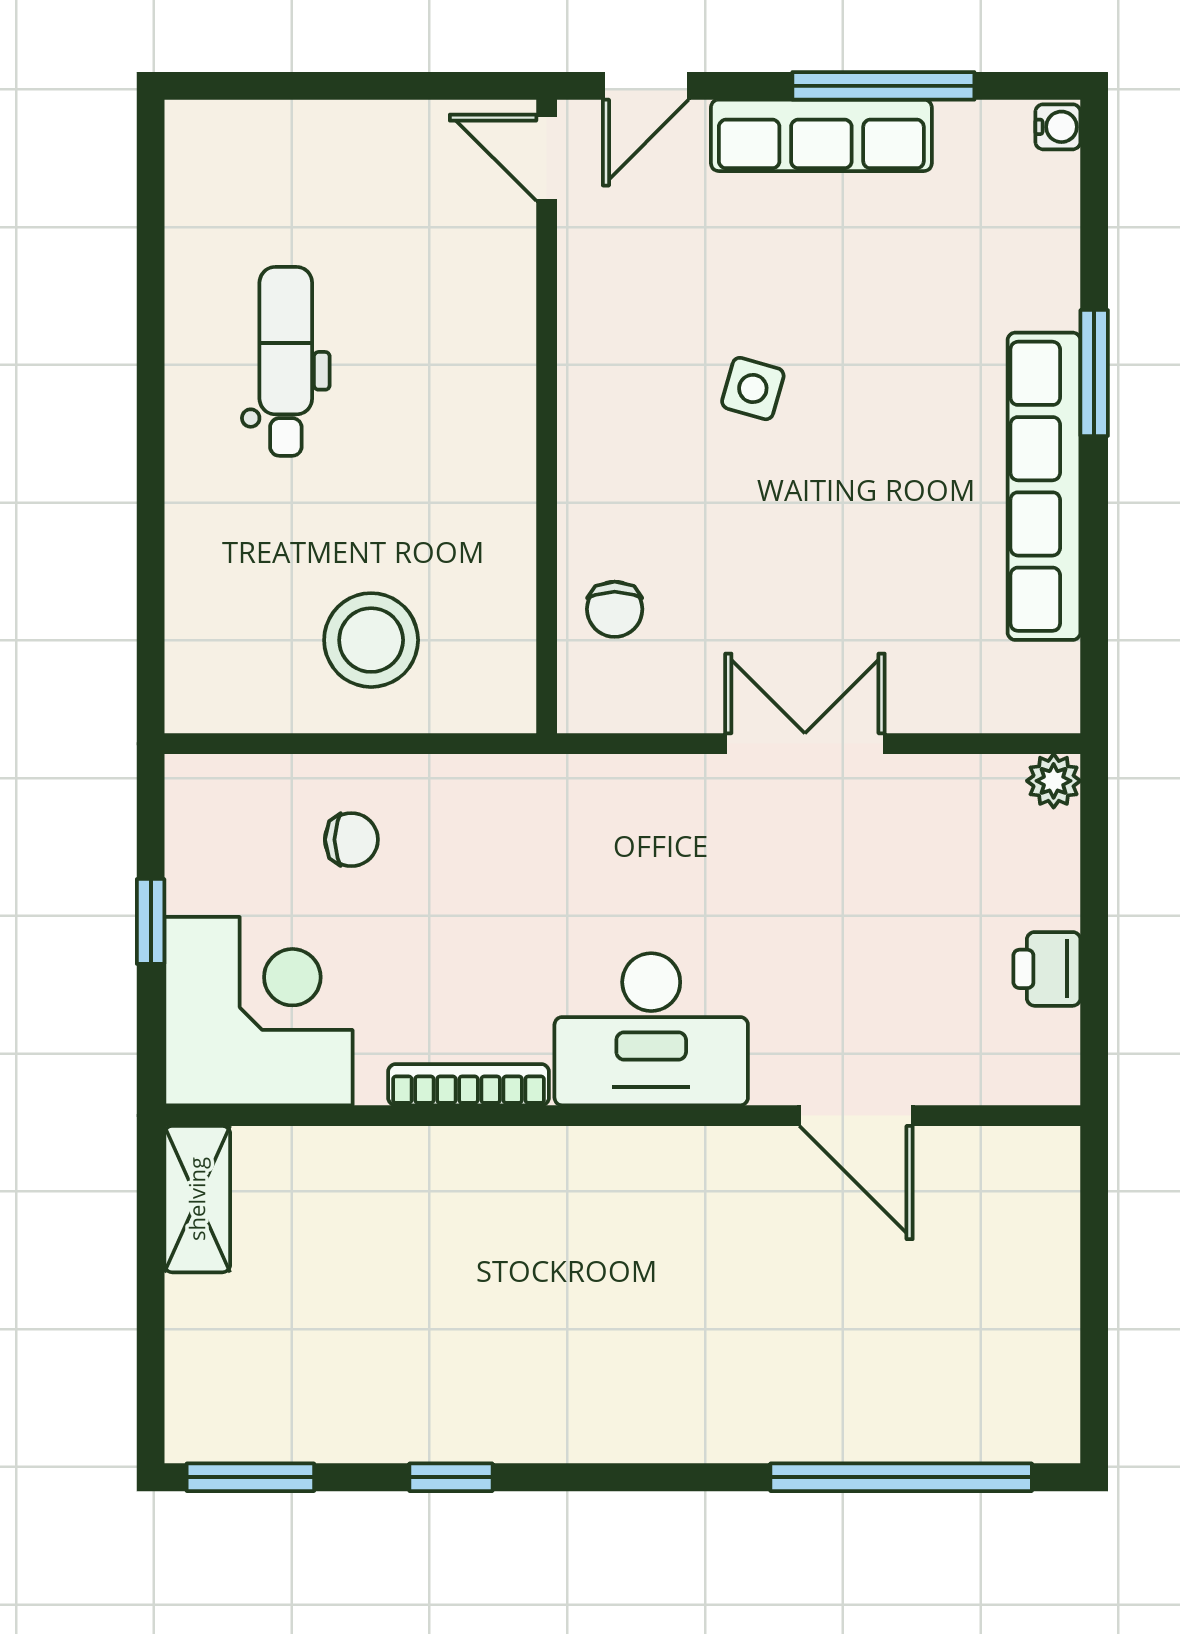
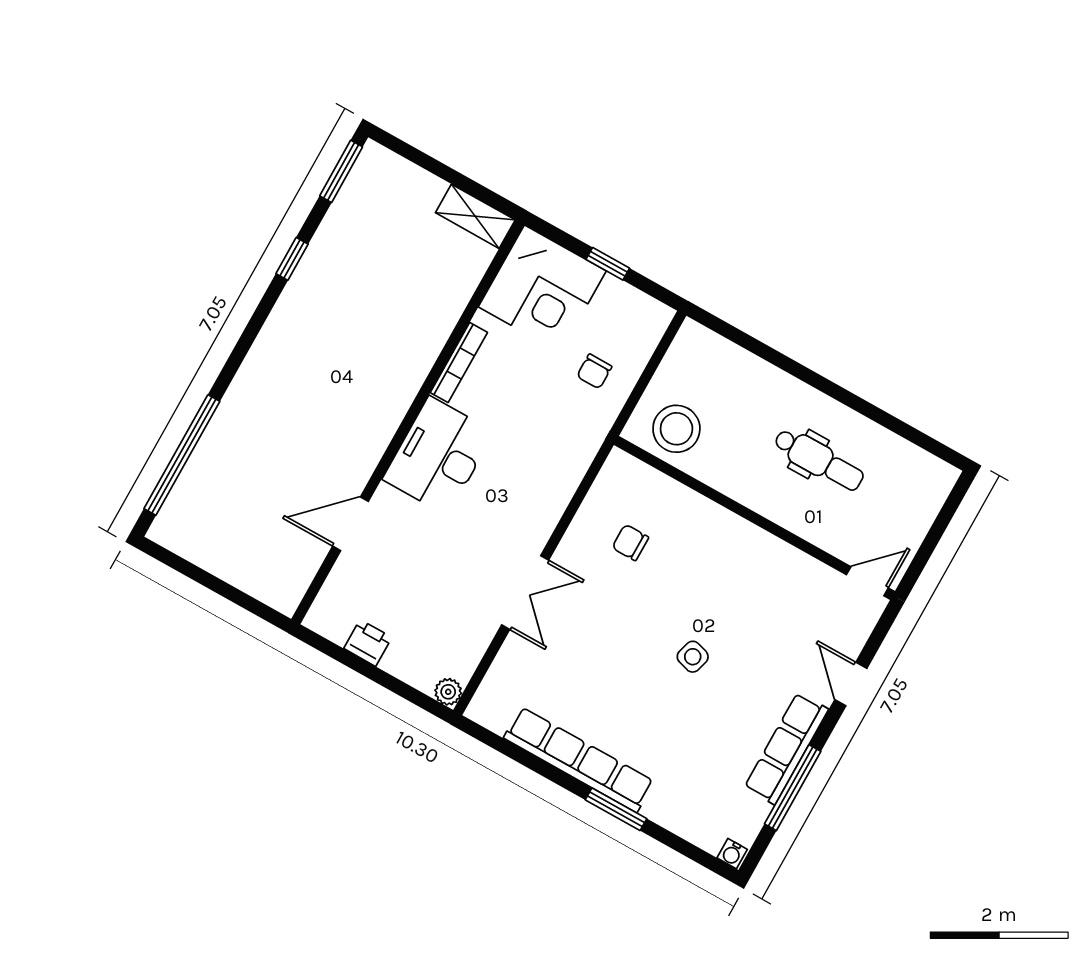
door: (547, 158) -> (867, 581), moved
wall: (547, 416) -> (755, 518), moved

